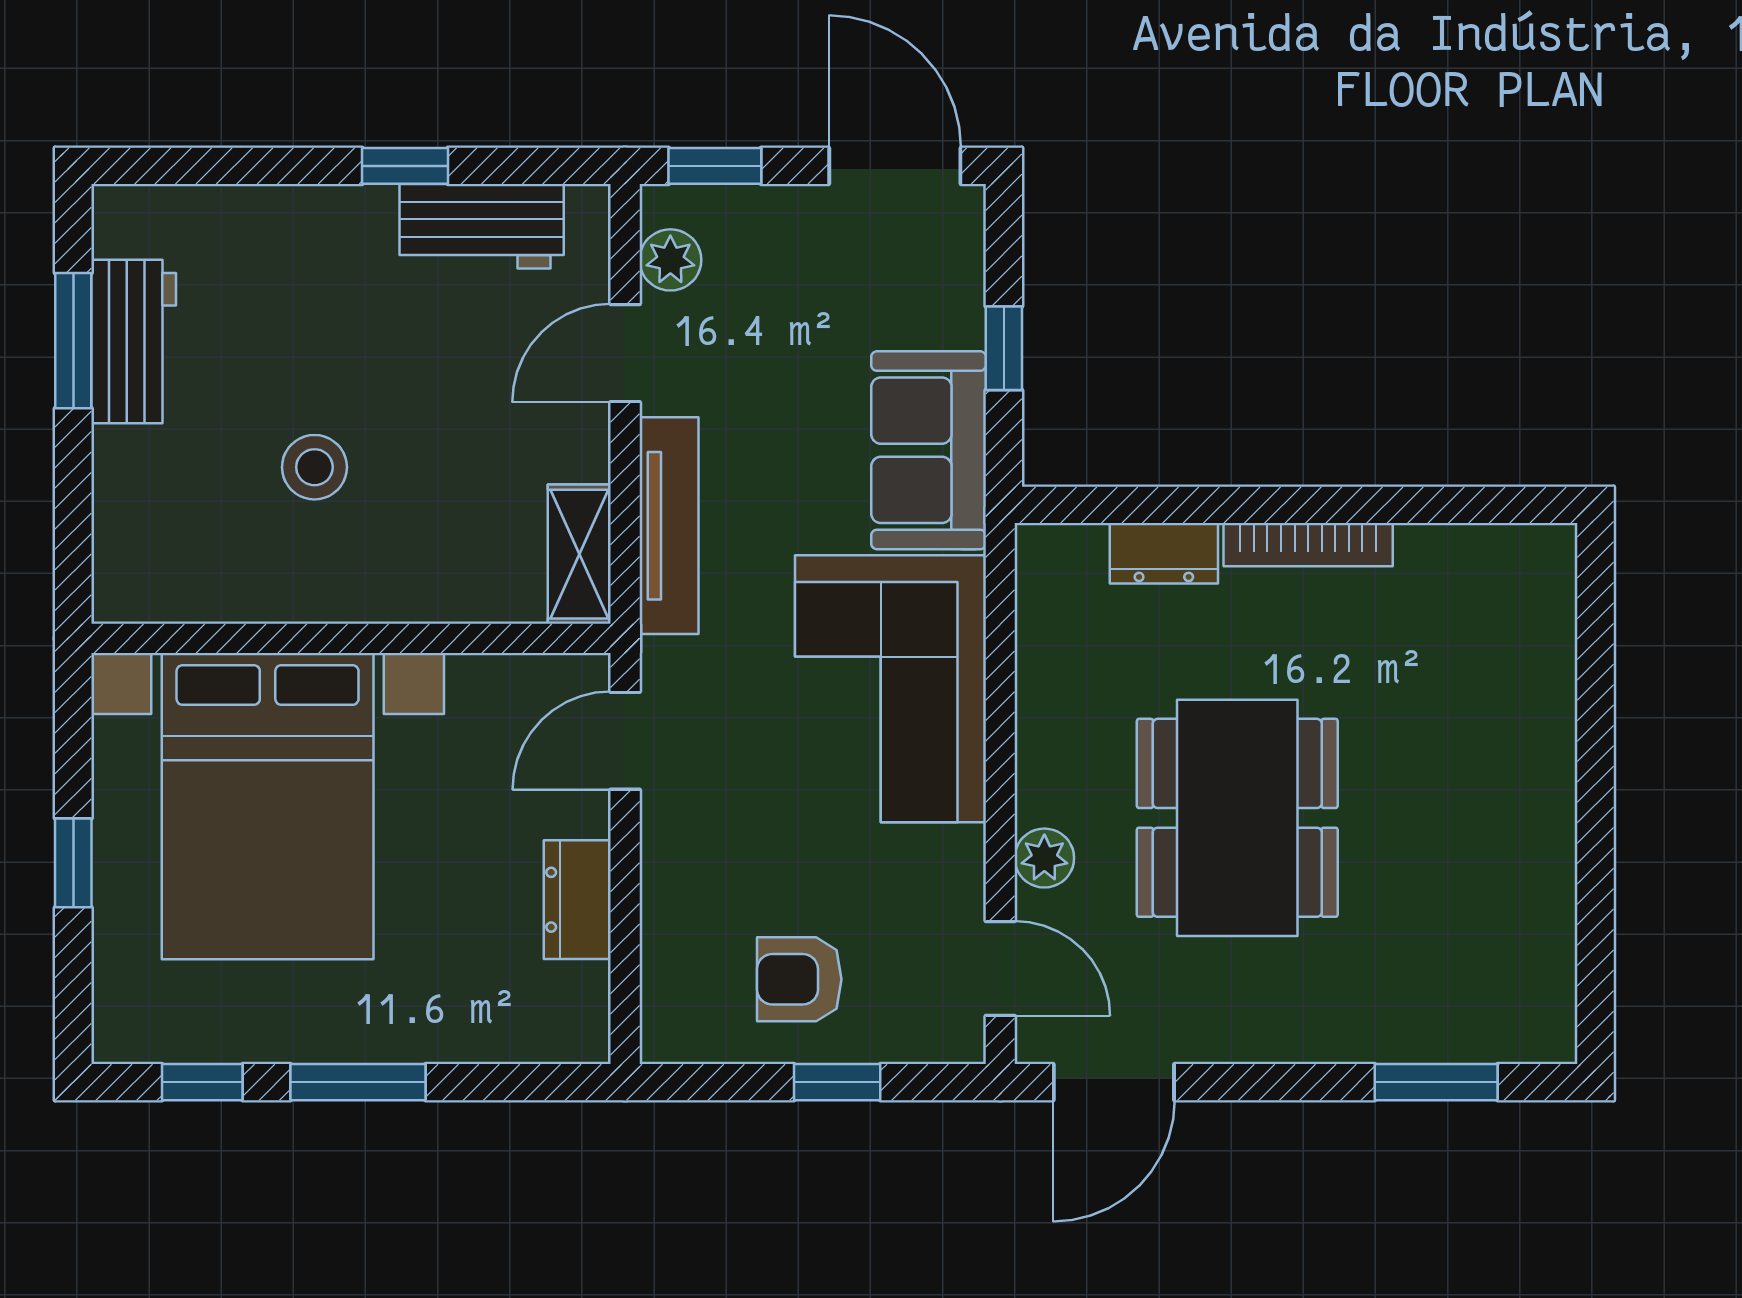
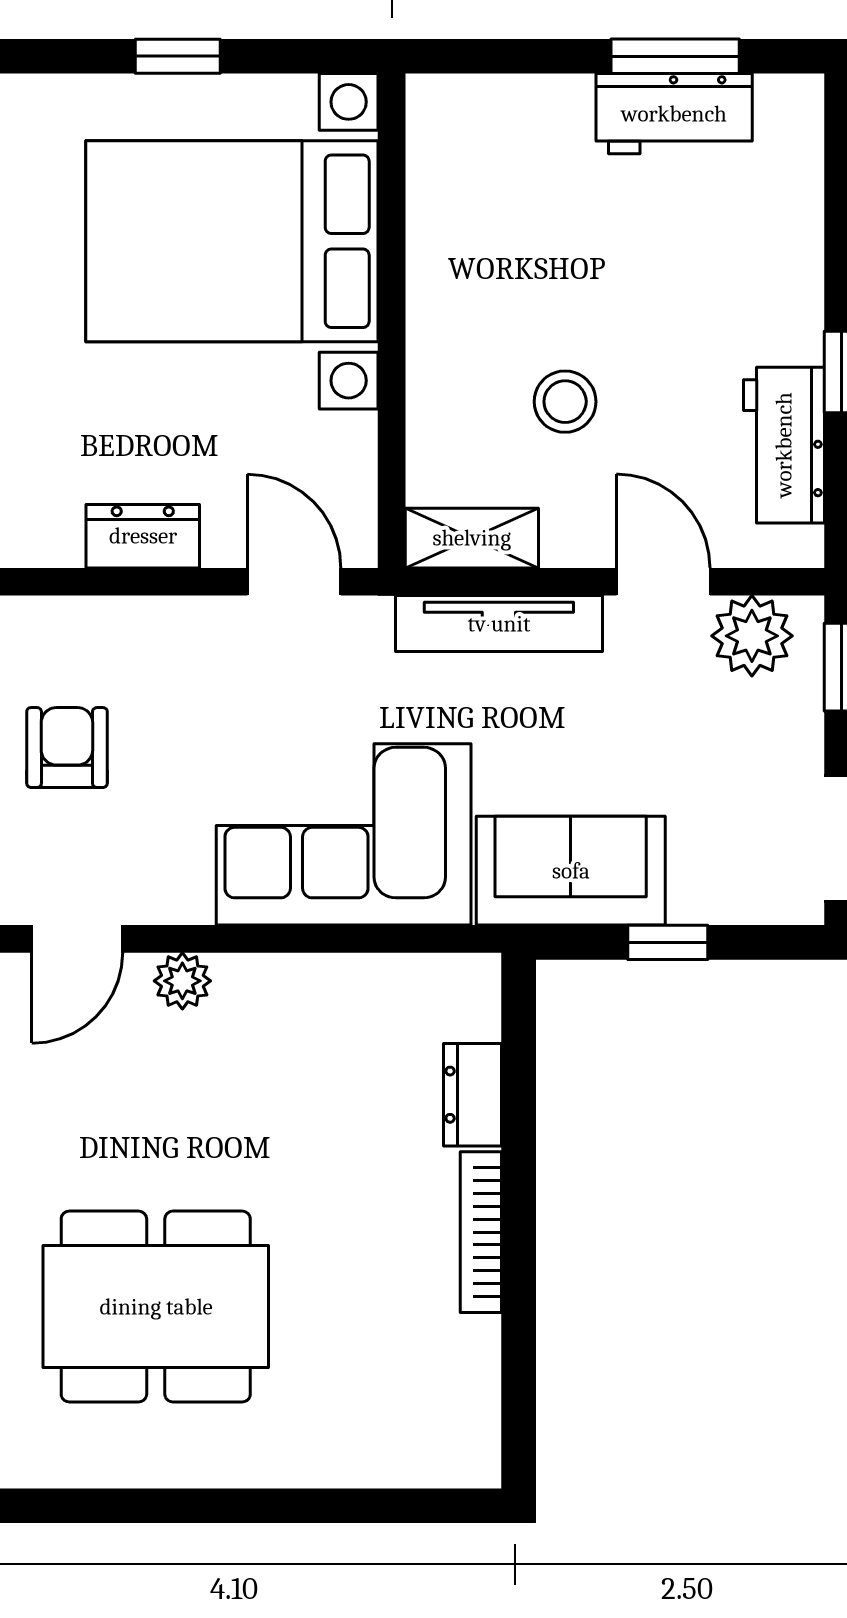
plant: (670, 260) -> (752, 636), width x1.38, depth x1.38
stool: (314, 467) -> (565, 402), moved
dining table: (1237, 818) -> (156, 1307), moved

